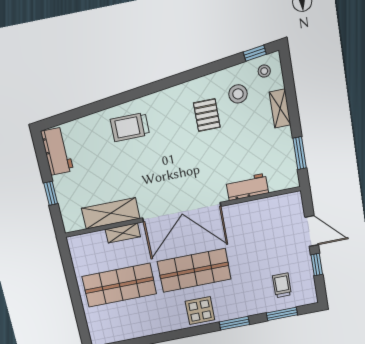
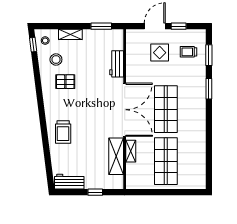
display table: (200, 311) -> (160, 53), moved

